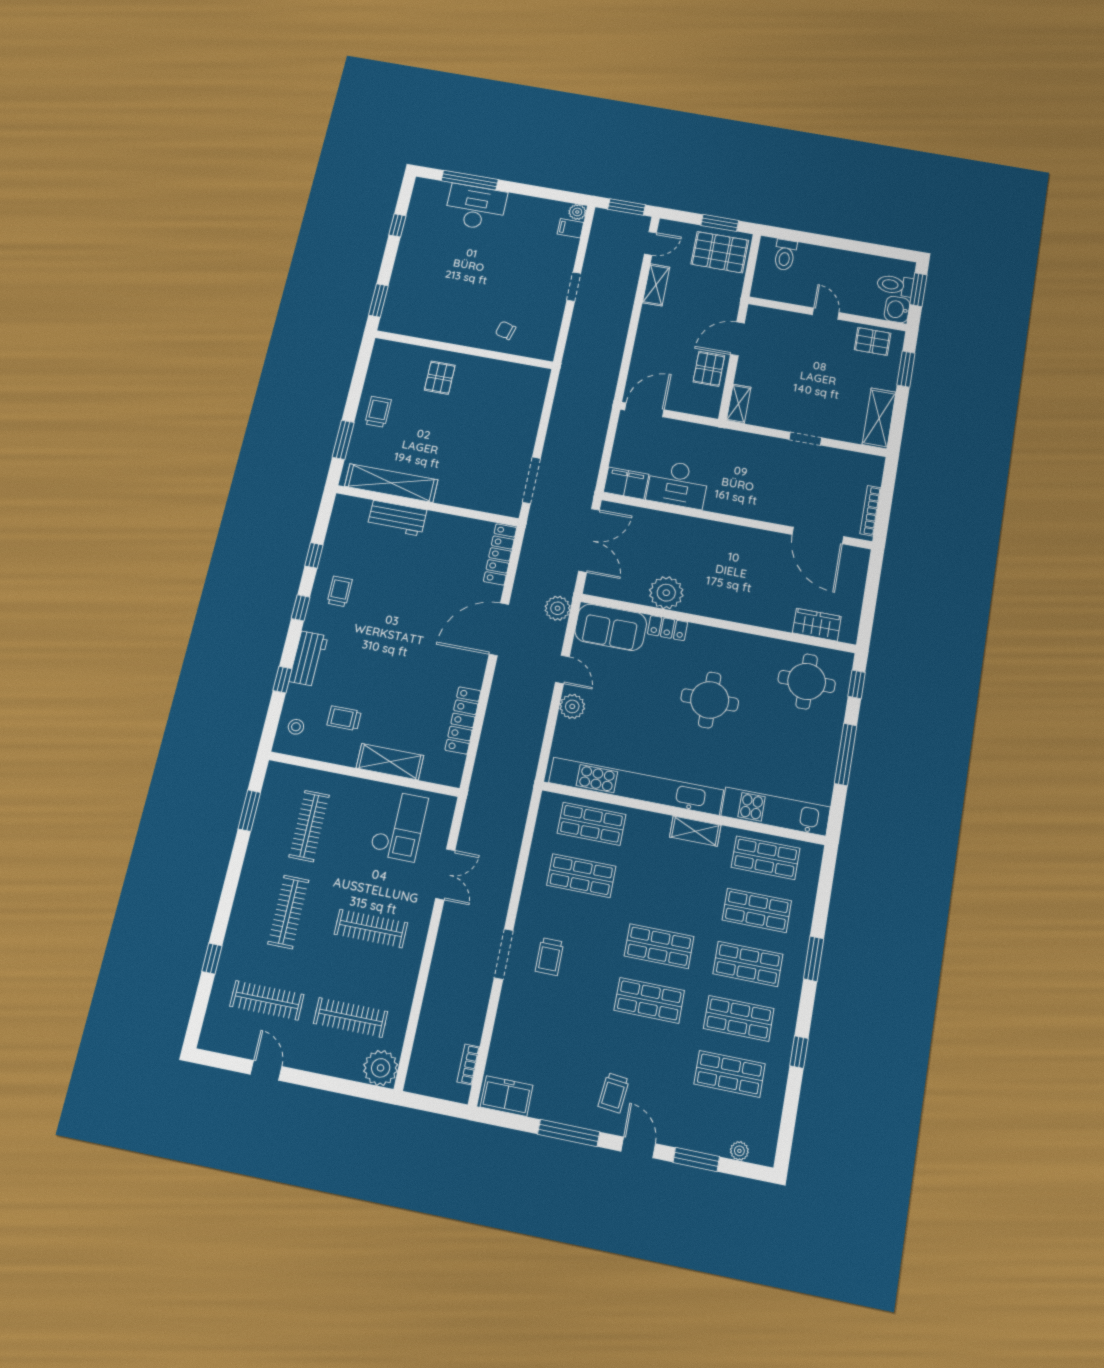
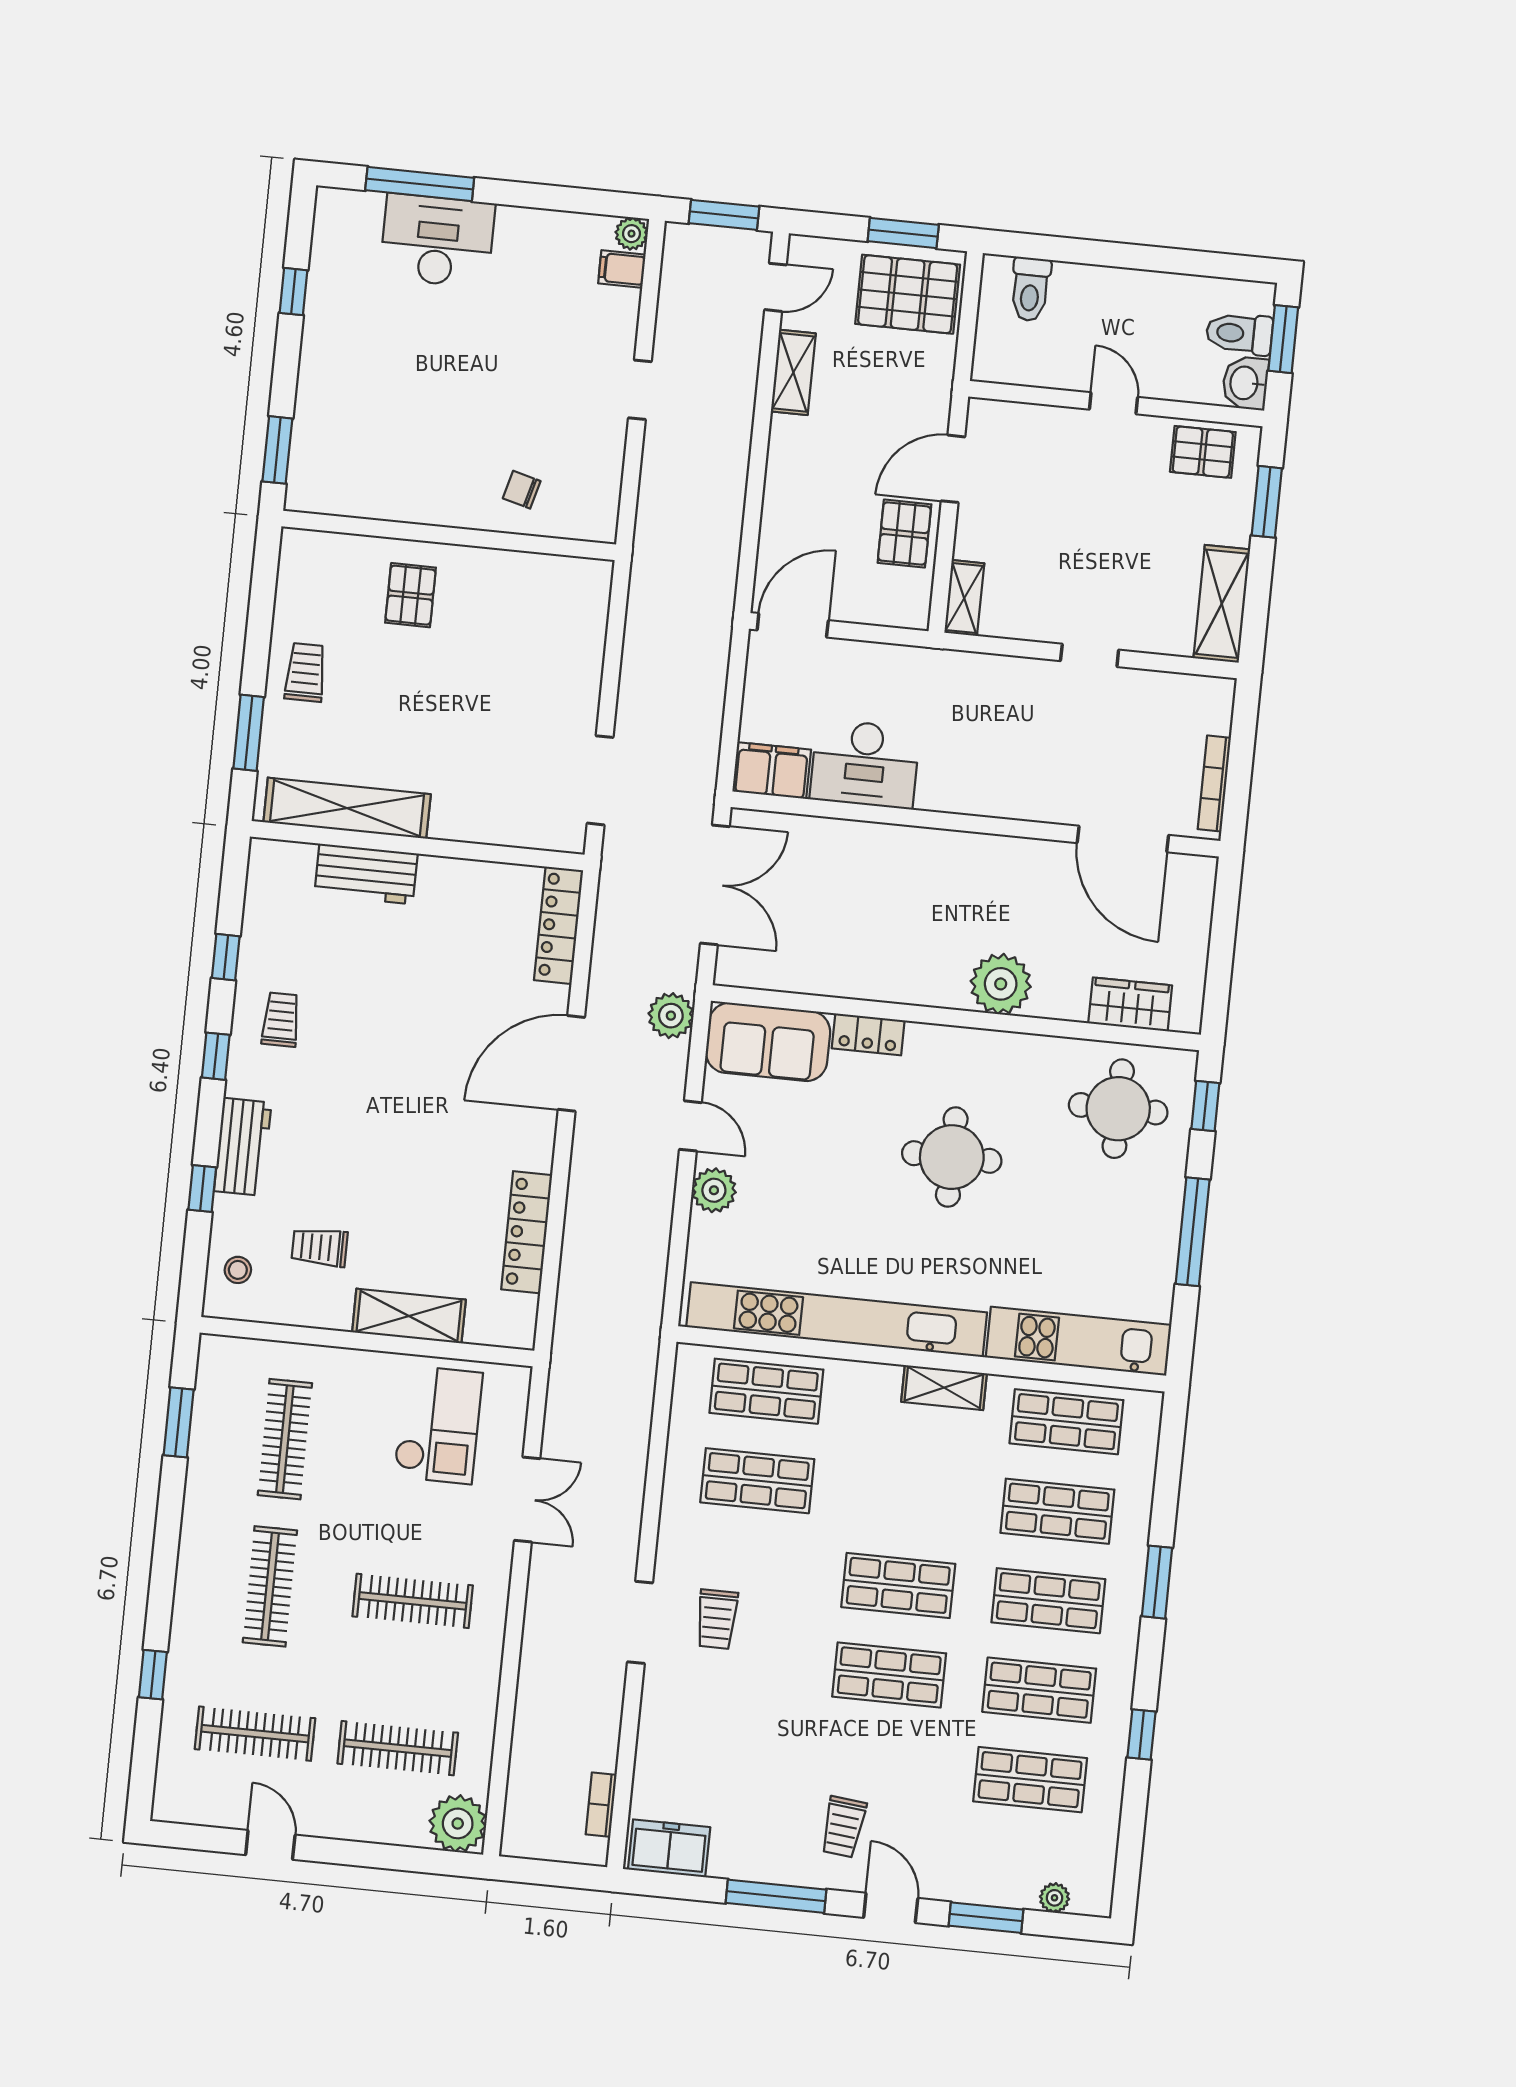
plant: (666, 593) -> (1001, 984), moved

